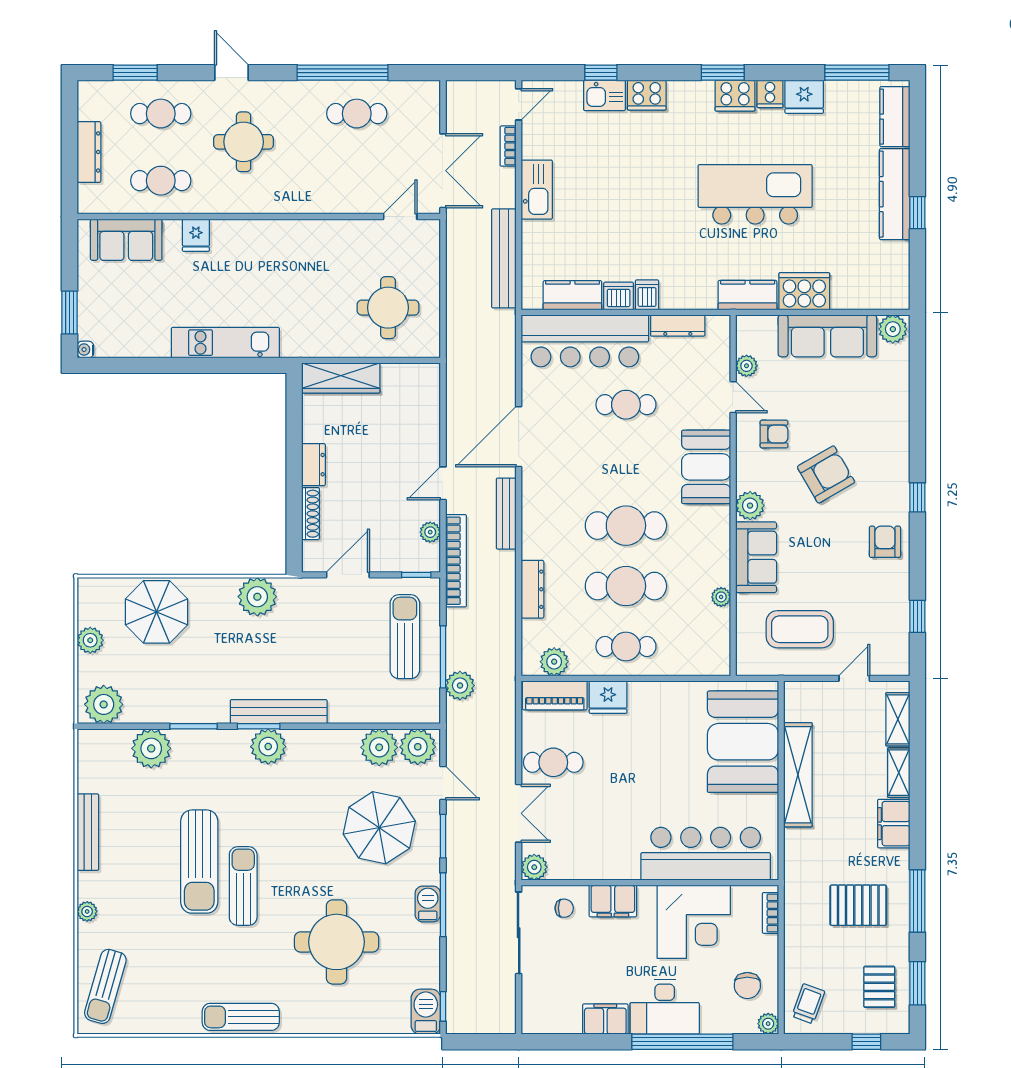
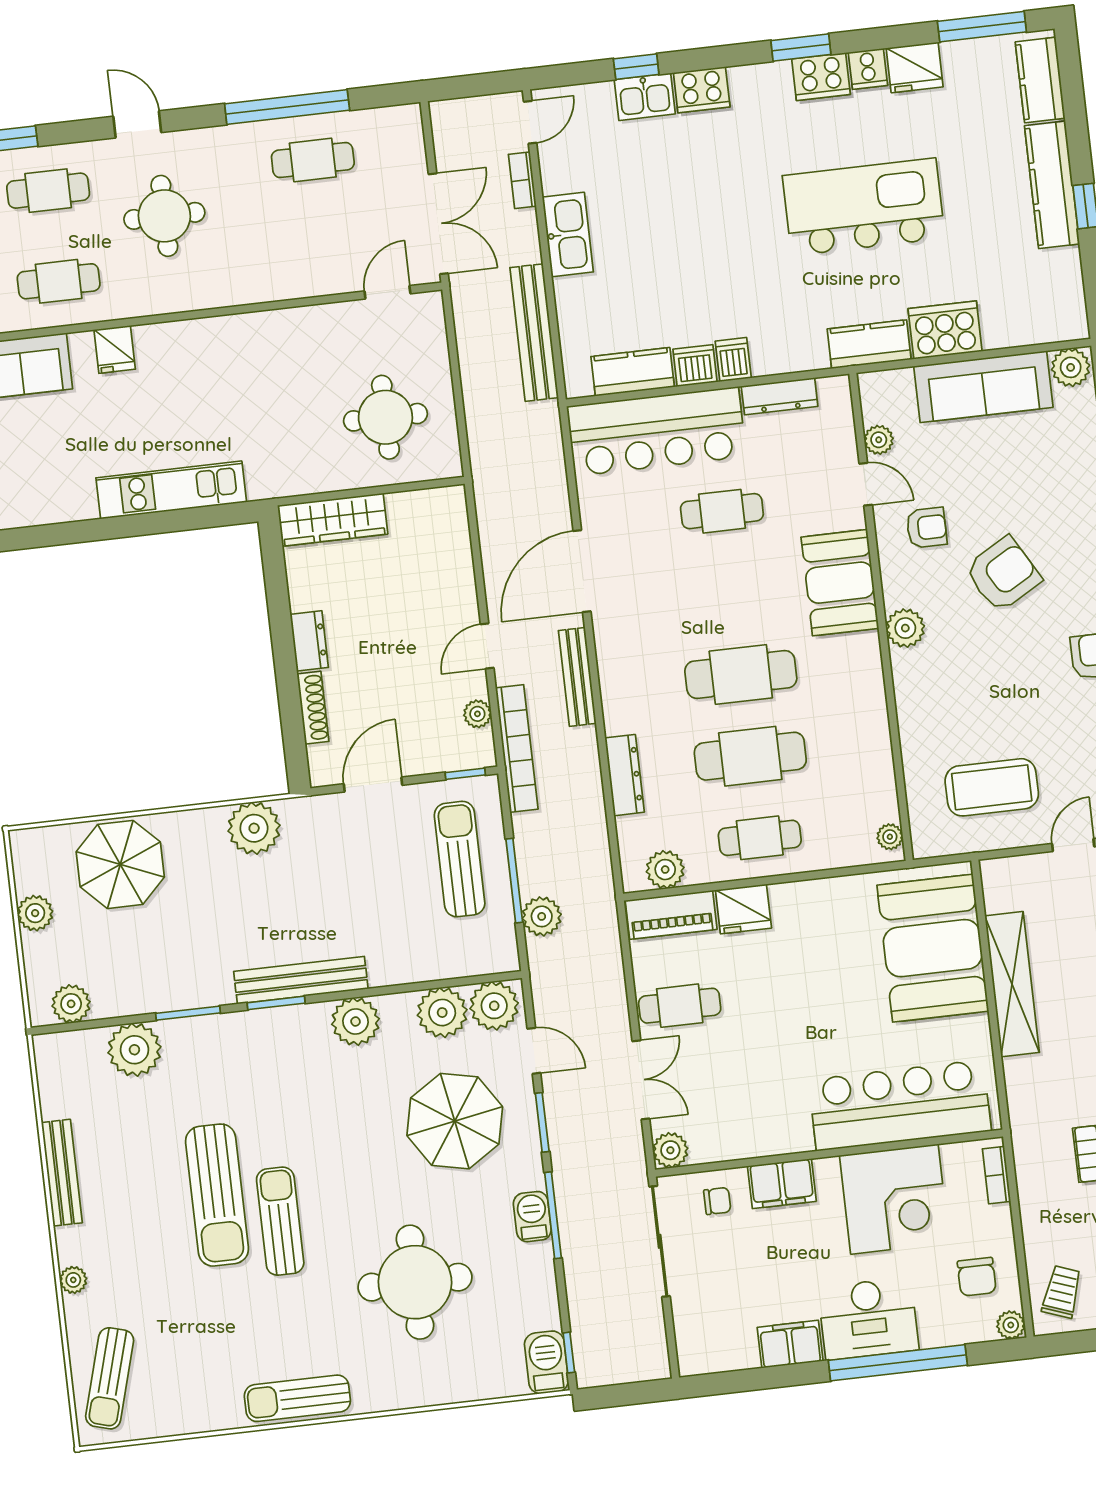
sofa: (756, 557) -> (922, 697), removed
plant: (721, 597) -> (890, 837), moved
plant: (104, 704) -> (71, 1004), width x0.73, depth x0.73
plant: (268, 747) -> (355, 1021), moved

